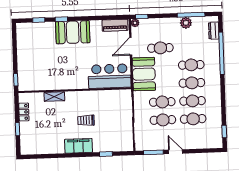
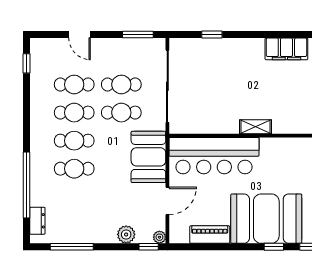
plant: (186, 23) -> (126, 234), moved
piano: (115, 25) -> (210, 235), moved
booth: (73, 32) -> (266, 219), width x1.36, depth x1.42
cafe table: (160, 48) -> (121, 197), removed
bar counter: (110, 76) -> (214, 156), width x1.36
shelving: (54, 97) -> (256, 127), moved
trolley: (86, 120) -> (241, 88), removed
filing cabinet: (79, 146) -> (286, 49), moved
door: (176, 152) -> (80, 34), moved

